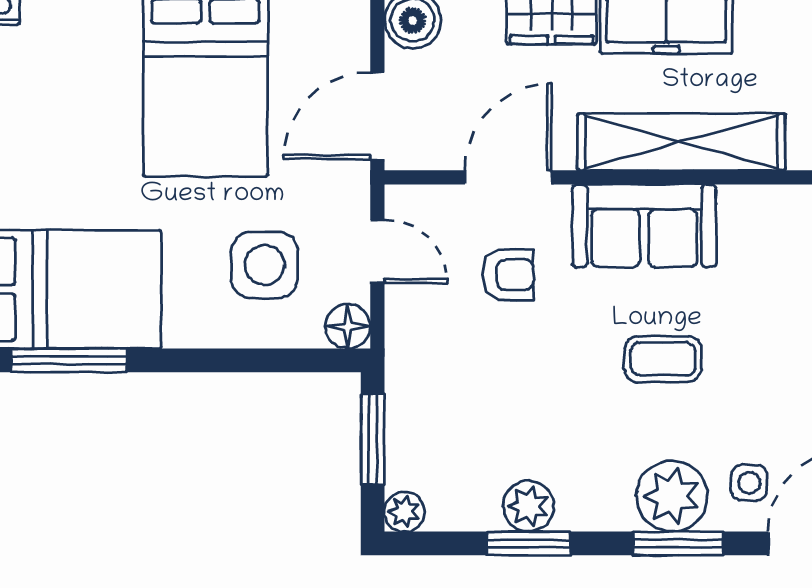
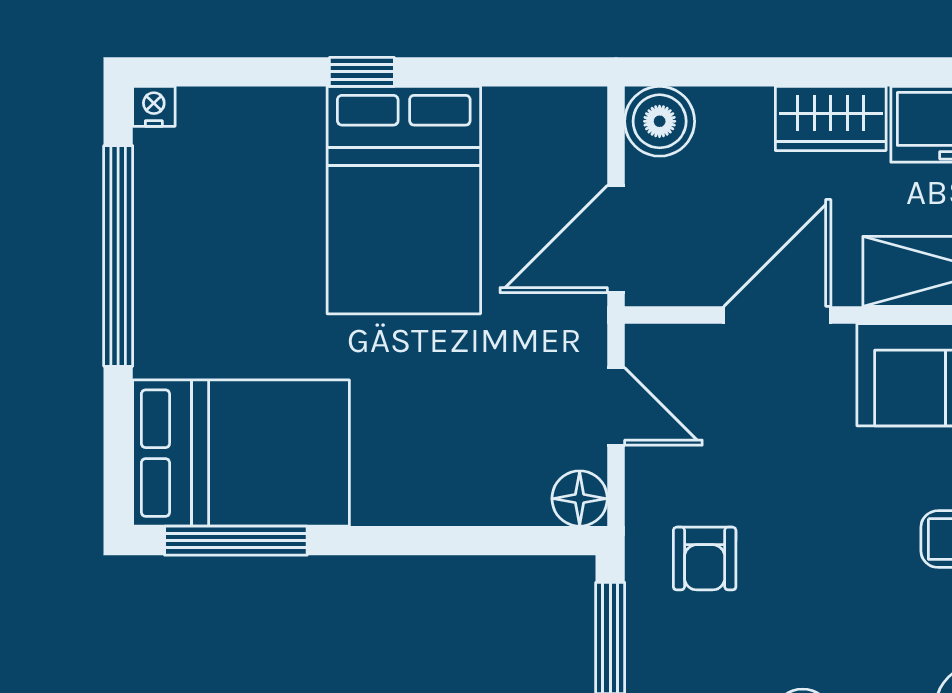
side table: (265, 265) -> (477, 423), removed
armchair: (508, 275) -> (705, 559), moved, turned 90

